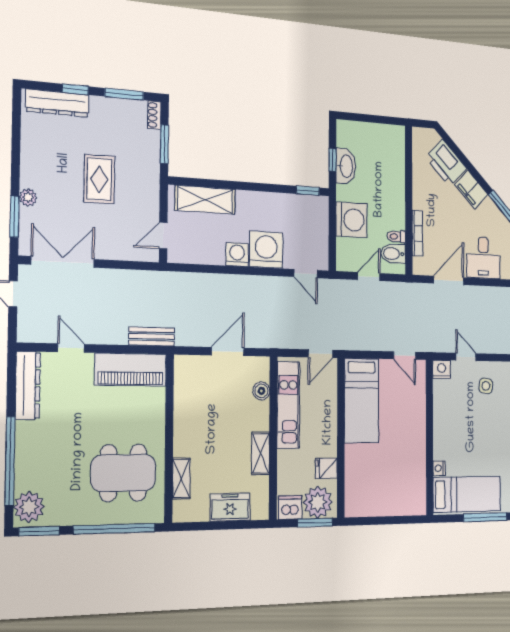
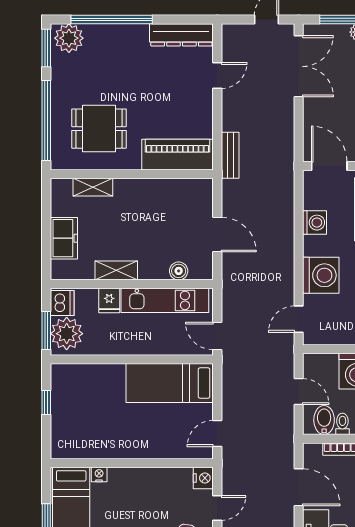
door: (163, 236) -> (329, 166), width x1.38
washing machine: (237, 254) -> (315, 223), moved
piano: (131, 370) -> (178, 155), moved, turned 90
fridge: (326, 468) -> (109, 300), moved, turned 180
dining table: (123, 473) -> (99, 129), width x0.73
window: (378, 521) -> (46, 402), added

